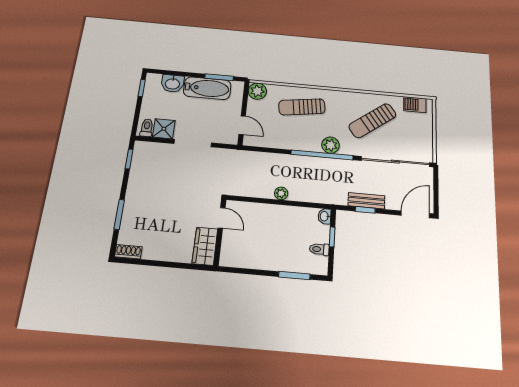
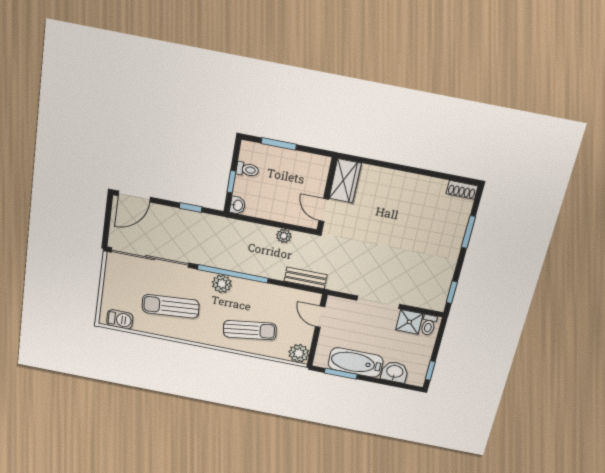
sun lounger: (373, 121) -> (171, 306), turned -149
bench: (366, 201) -> (306, 278), moved
door: (222, 218) -> (324, 210), moved
wall: (220, 232) -> (327, 194), moved
wardrobe: (205, 246) -> (345, 181), moved

